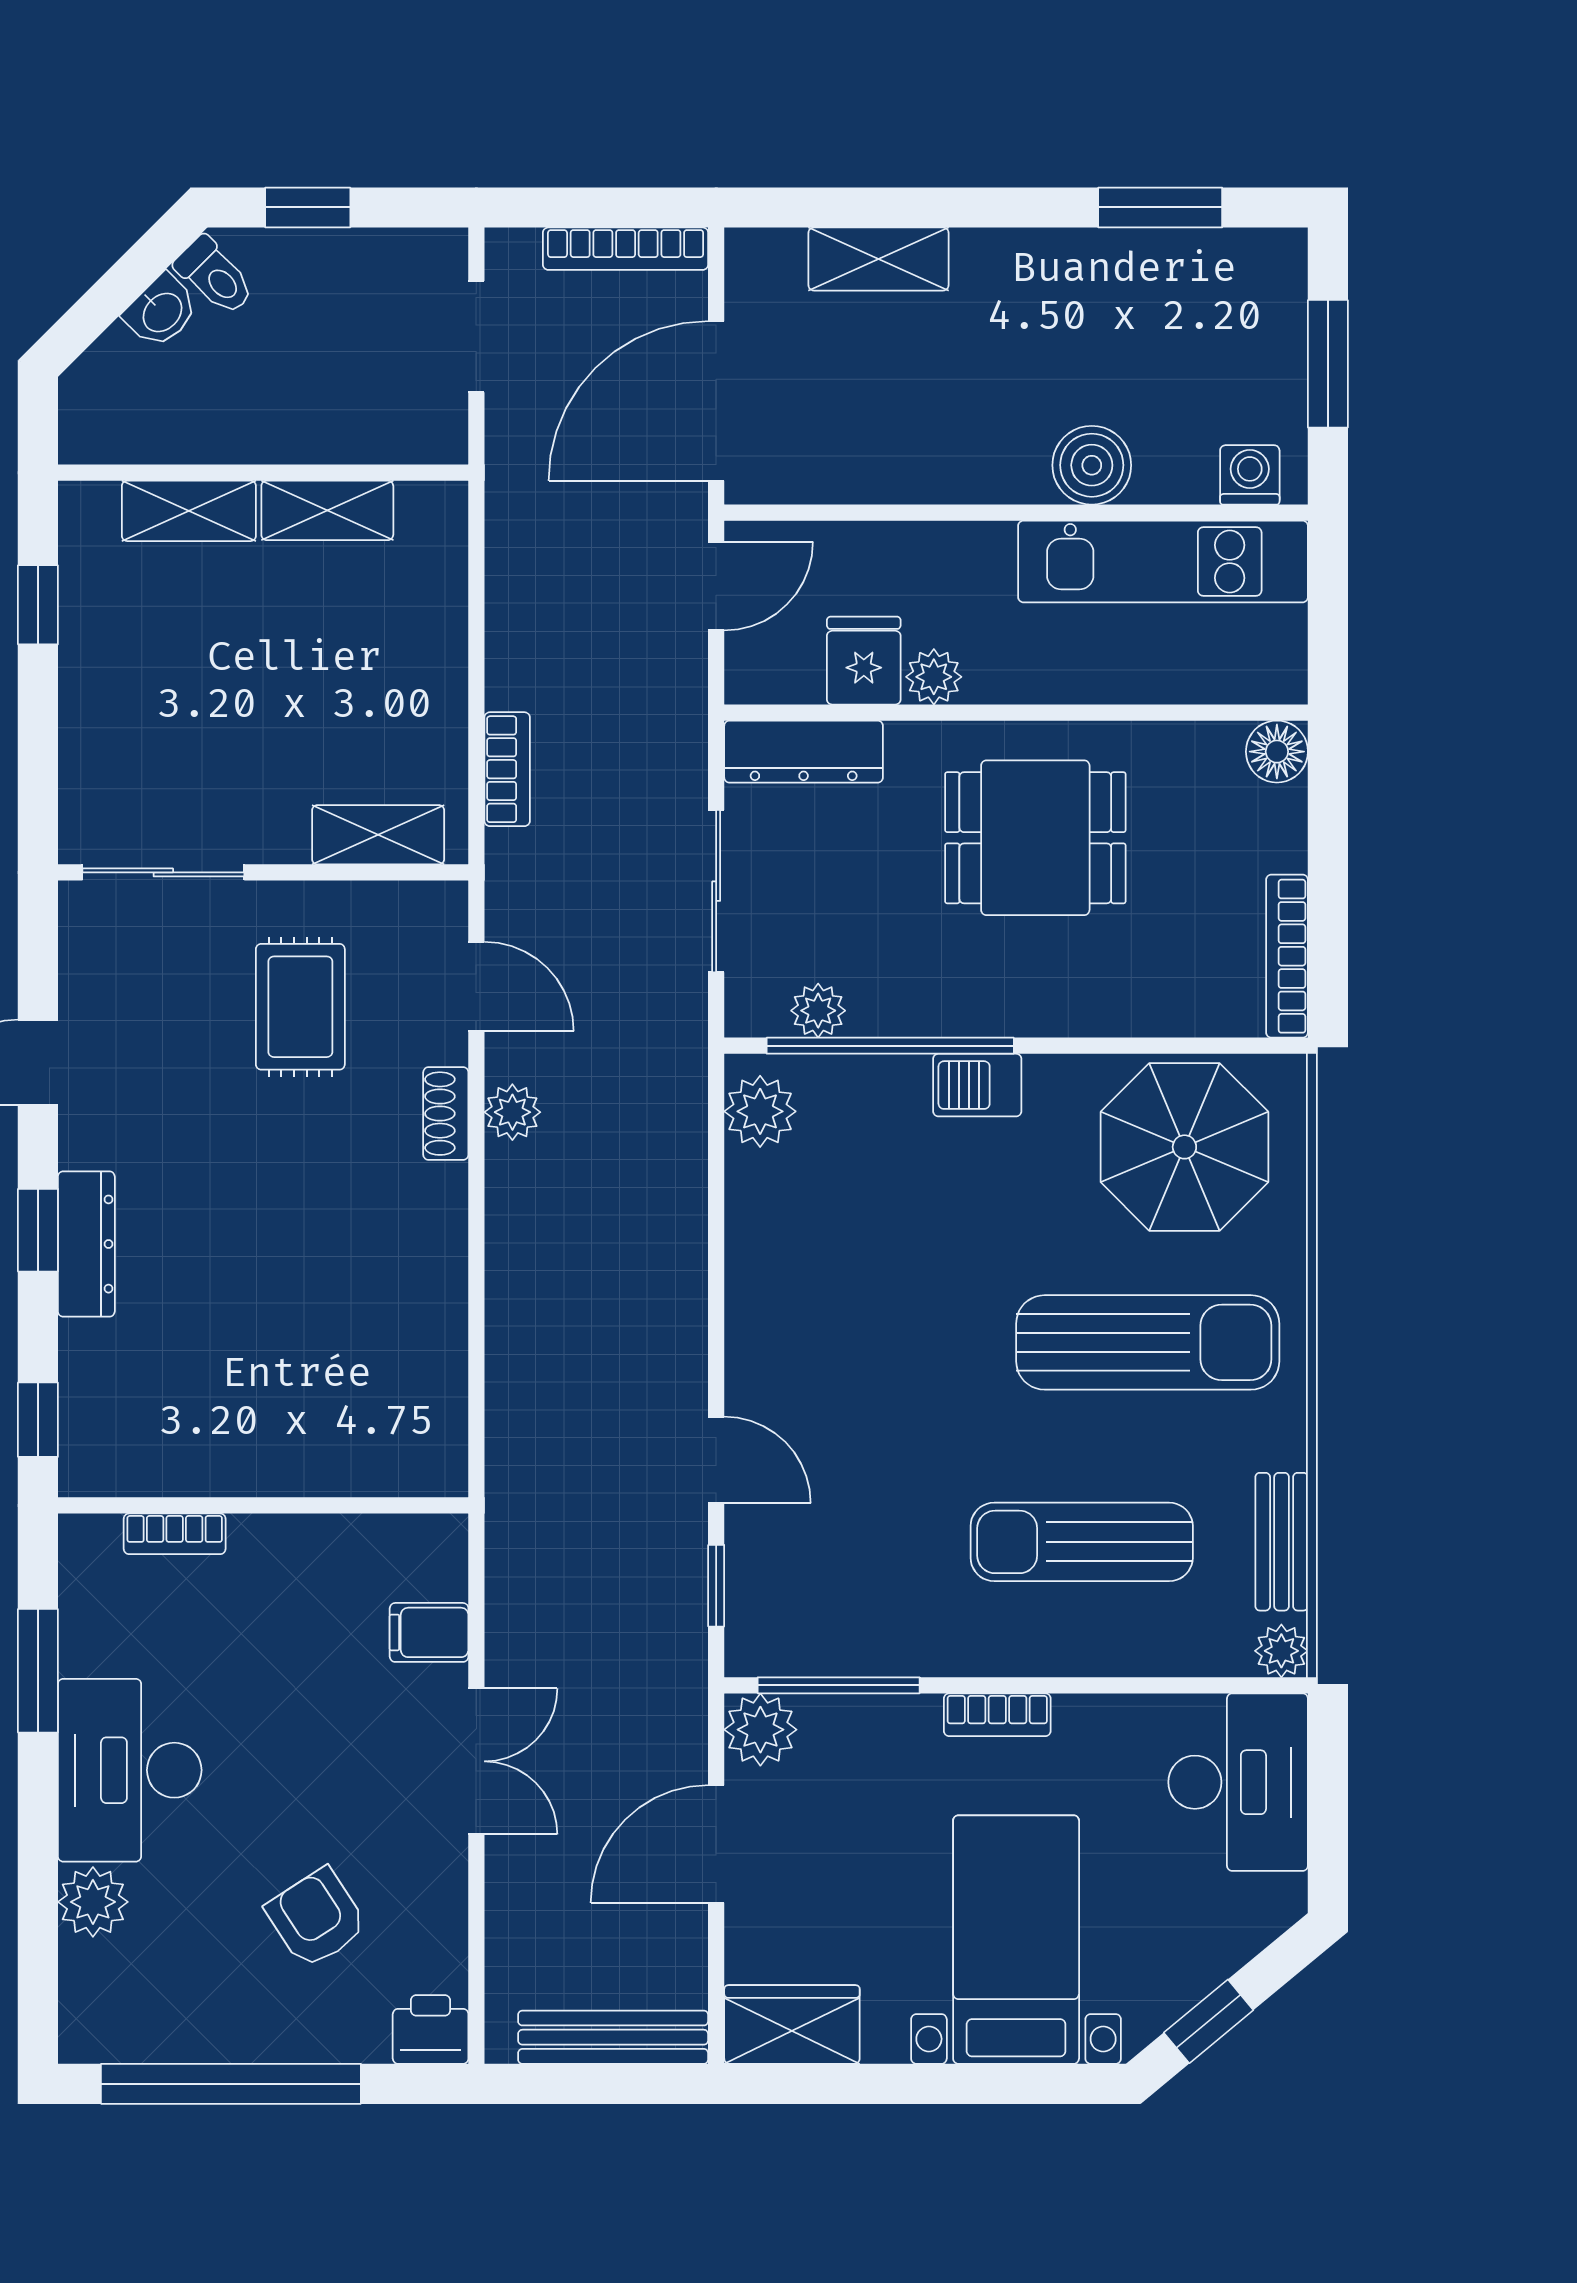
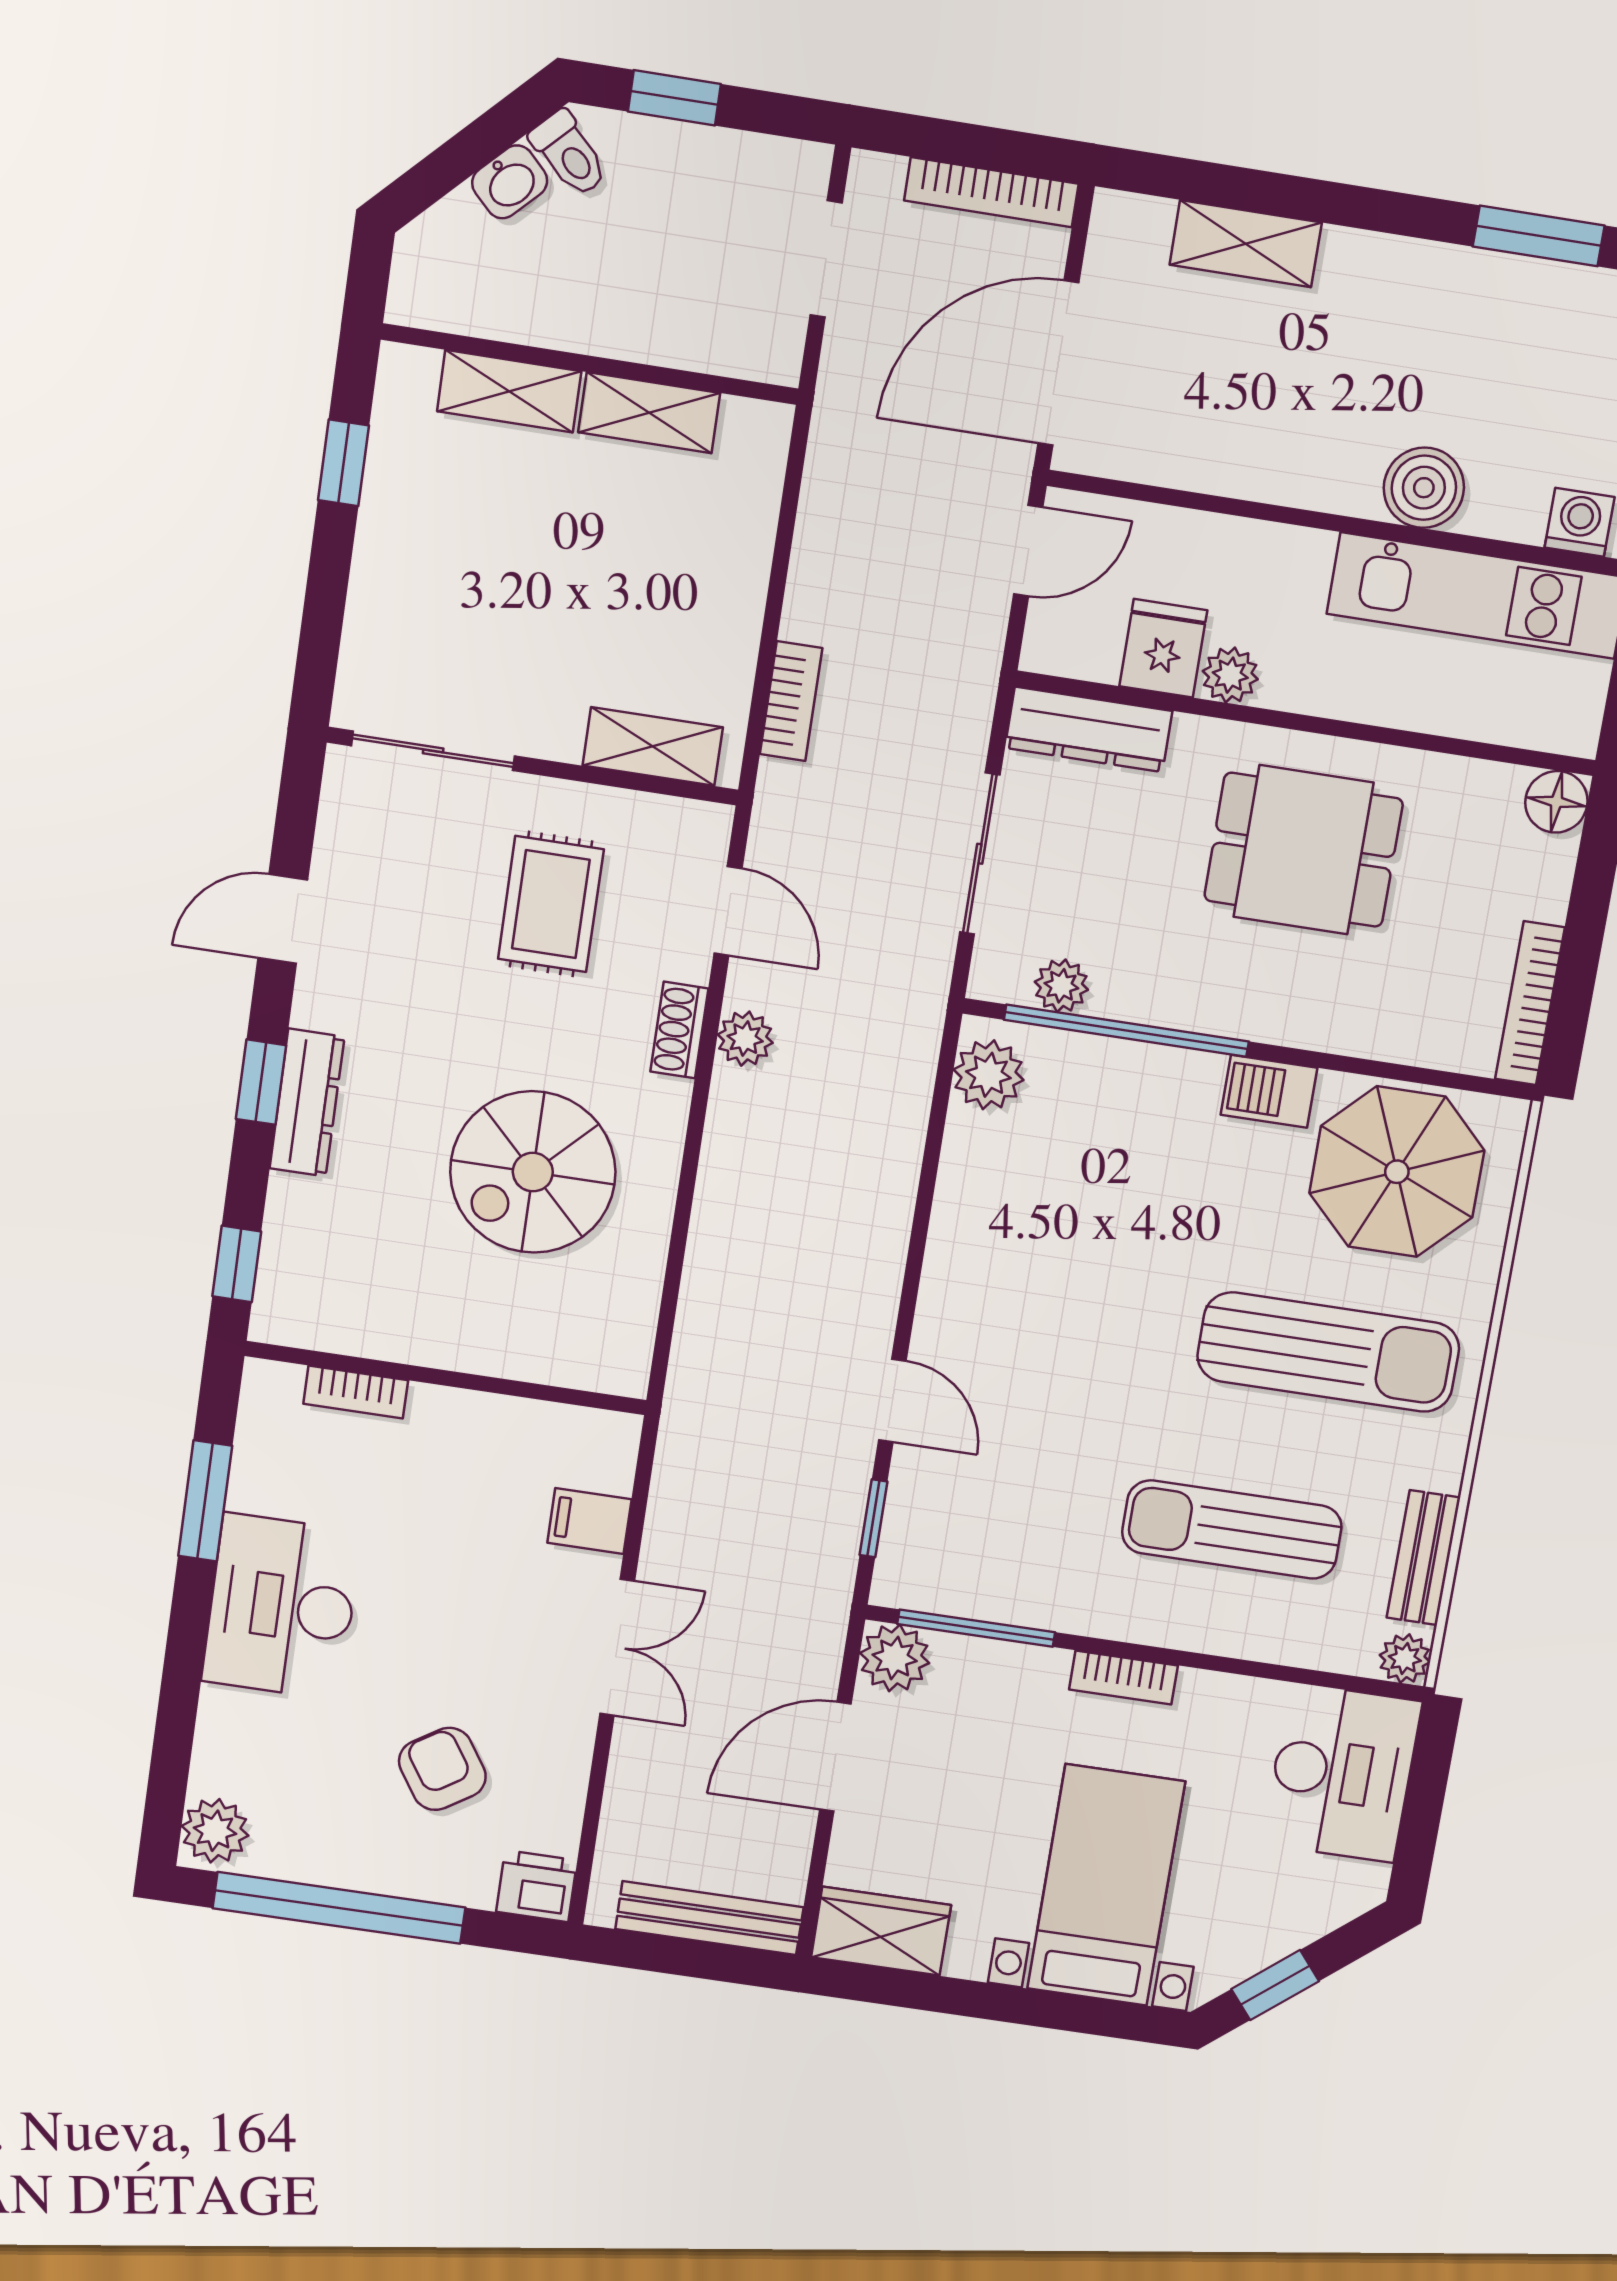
barbecue: (977, 1085) -> (1269, 1091), moved
spiral stairs: (321, 1280) -> (533, 1172), added
plant: (93, 1902) -> (215, 1831), moved

